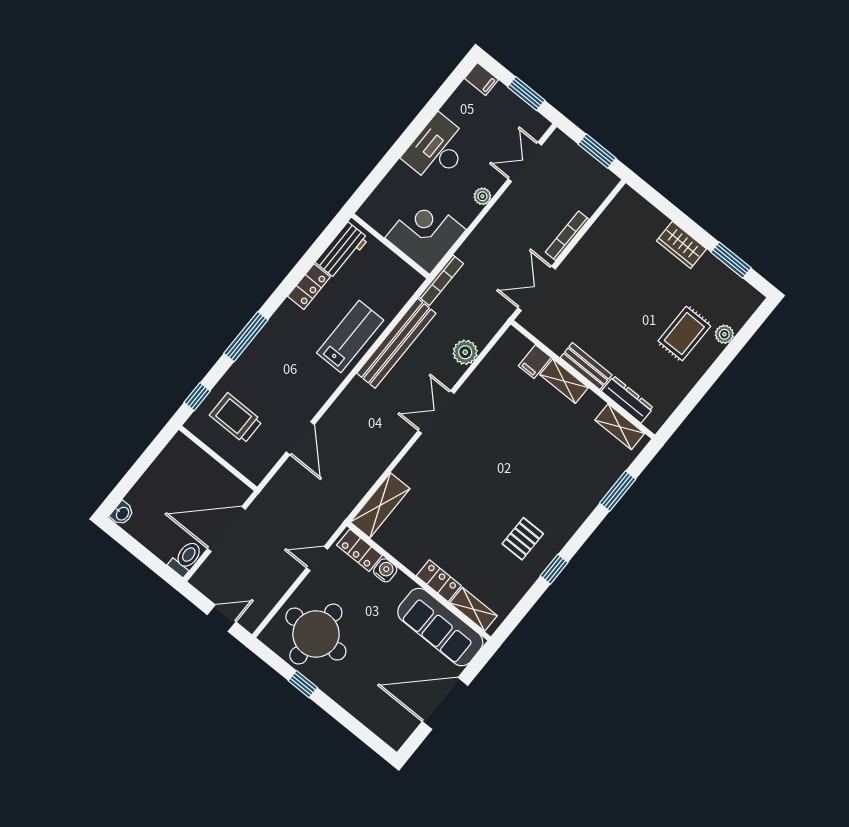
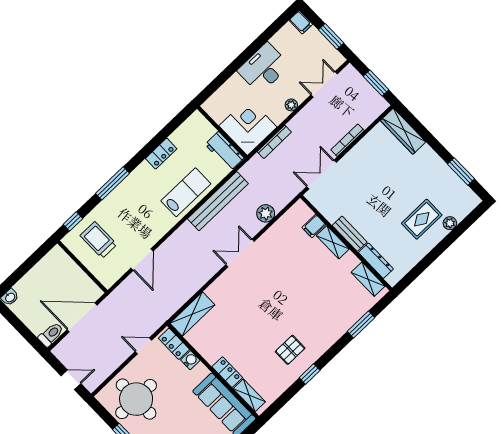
wardrobe: (681, 245) -> (403, 131), moved, width x1.50
workbench: (342, 250) -> (224, 151), moved, turned 90
bookcase: (441, 280) -> (274, 142), moved

